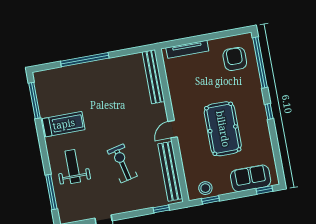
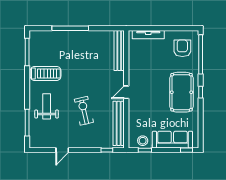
pool table: (223, 129) -> (181, 92), moved
sofa: (251, 178) -> (172, 140), width x1.36

